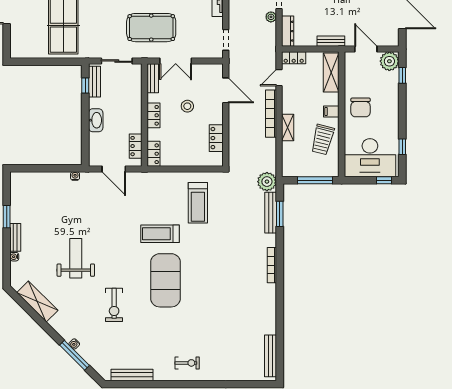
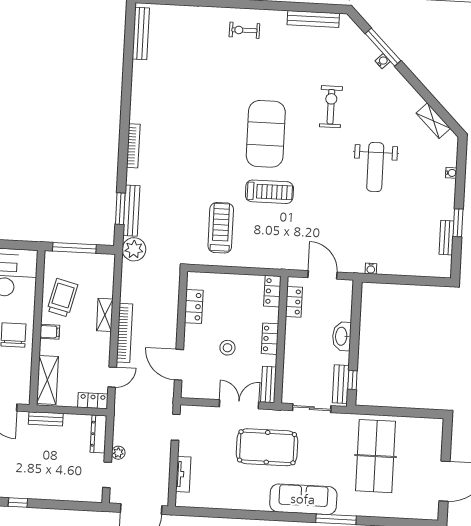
bench: (15, 237) -> (447, 238), moved
shelving: (37, 301) -> (433, 121), width x0.67, depth x0.75

